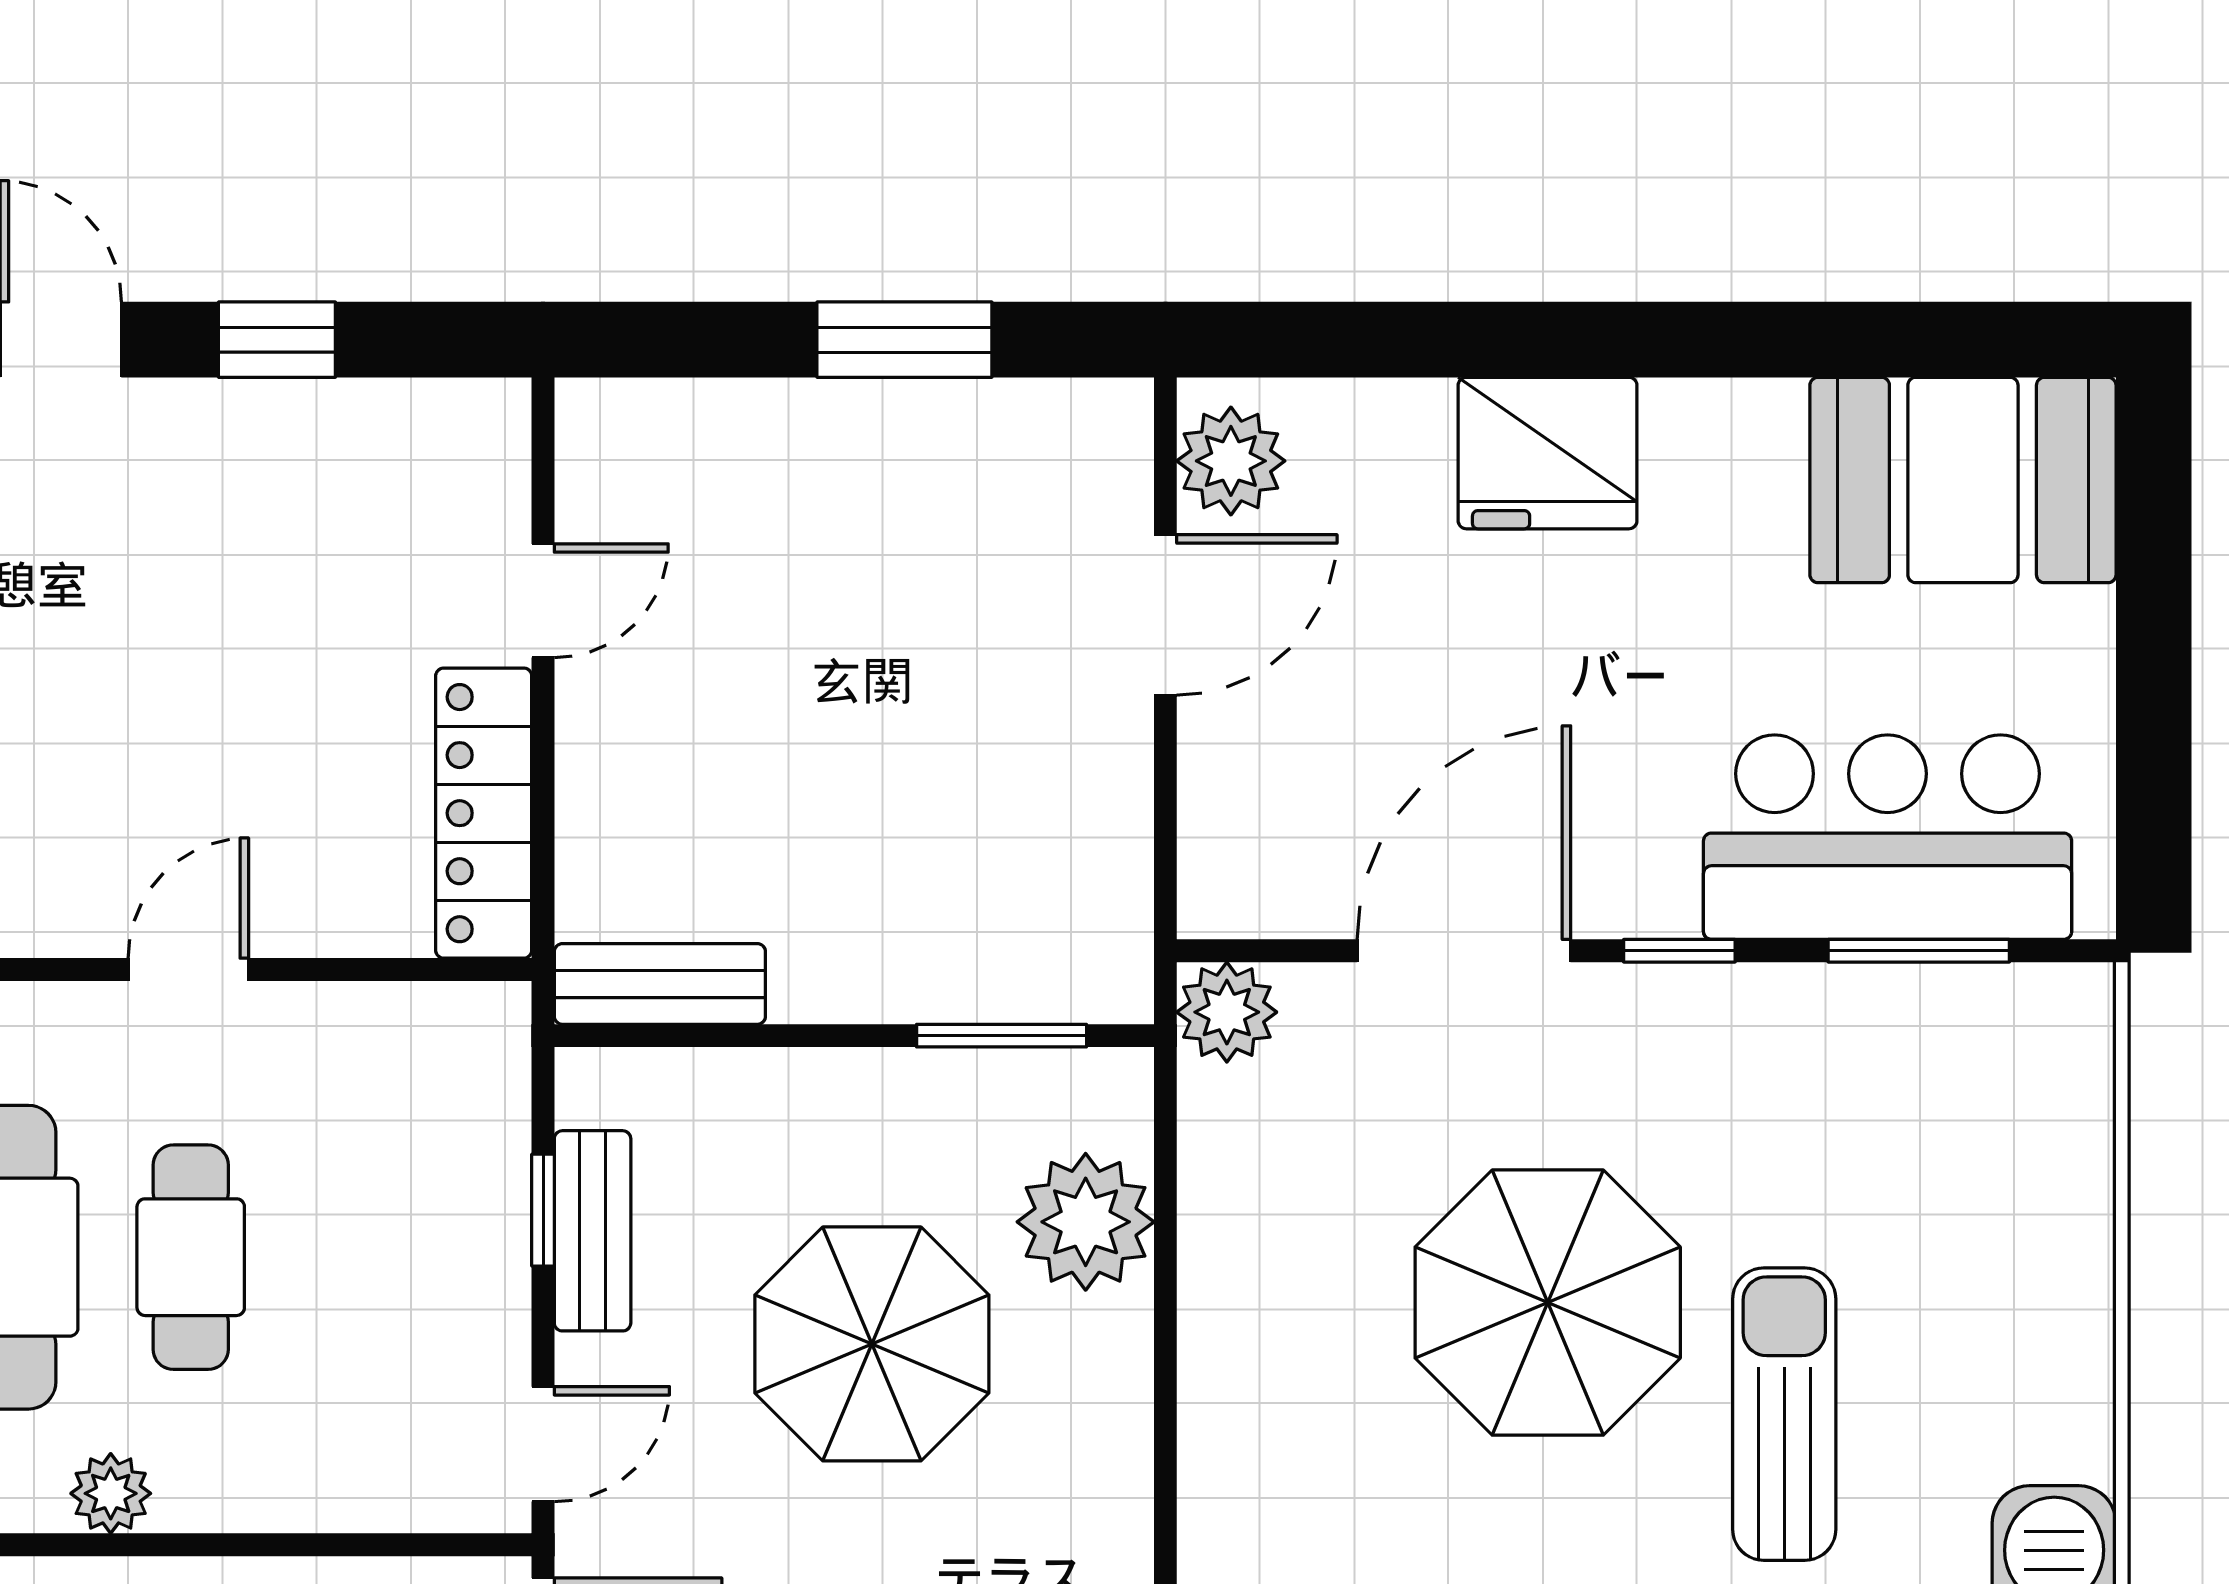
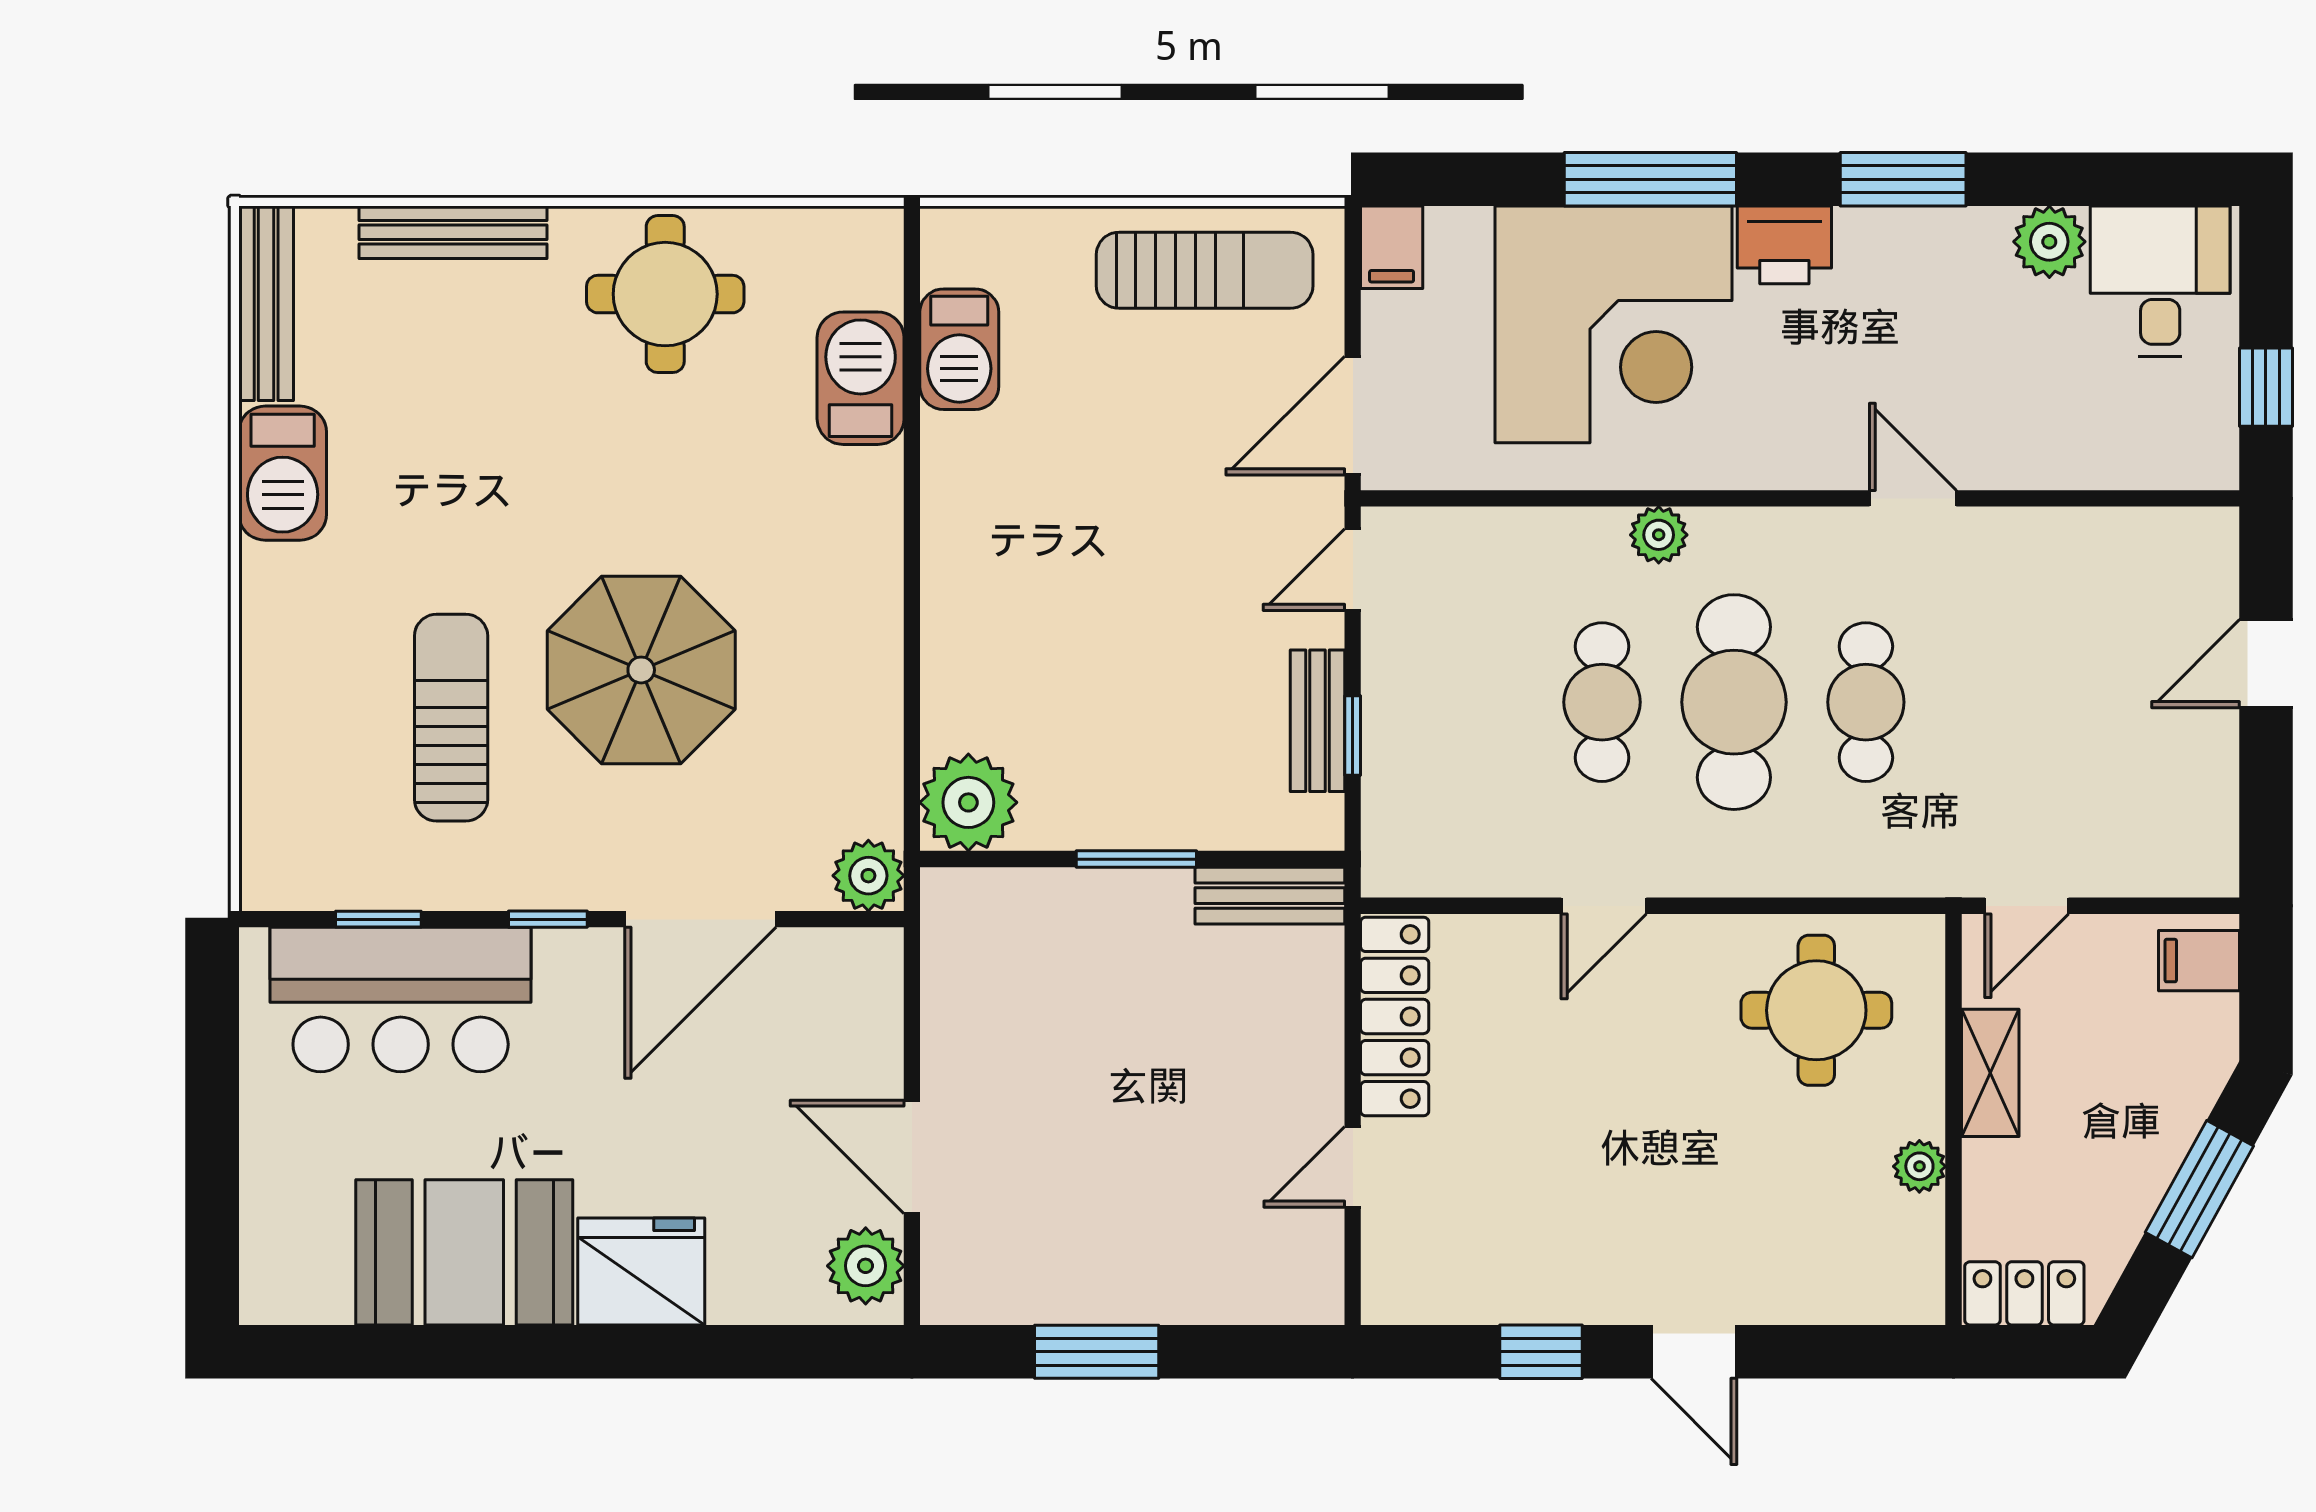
booth: (1963, 480) -> (464, 1252), moved
door: (1165, 615) -> (912, 1157), hinge flipped
window: (1919, 951) -> (378, 919), width x0.67
window: (1002, 1036) -> (1136, 859), moved
plant: (1086, 1222) -> (968, 802), moved
parasol: (872, 1344) -> (1120, 641), removed
sun lounger: (1784, 1414) -> (451, 718), moved, turned 180

